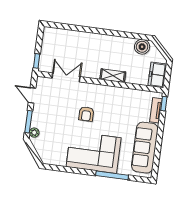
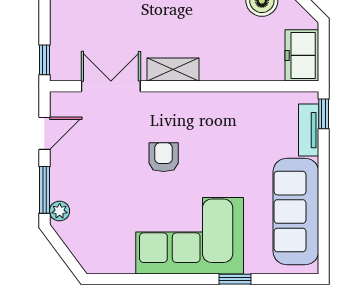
shelving: (113, 76) -> (173, 70), moved
door: (32, 95) -> (44, 133), swing flipped
armchair: (86, 114) -> (164, 157), turned 180
window: (112, 175) -> (235, 279), width x0.46

